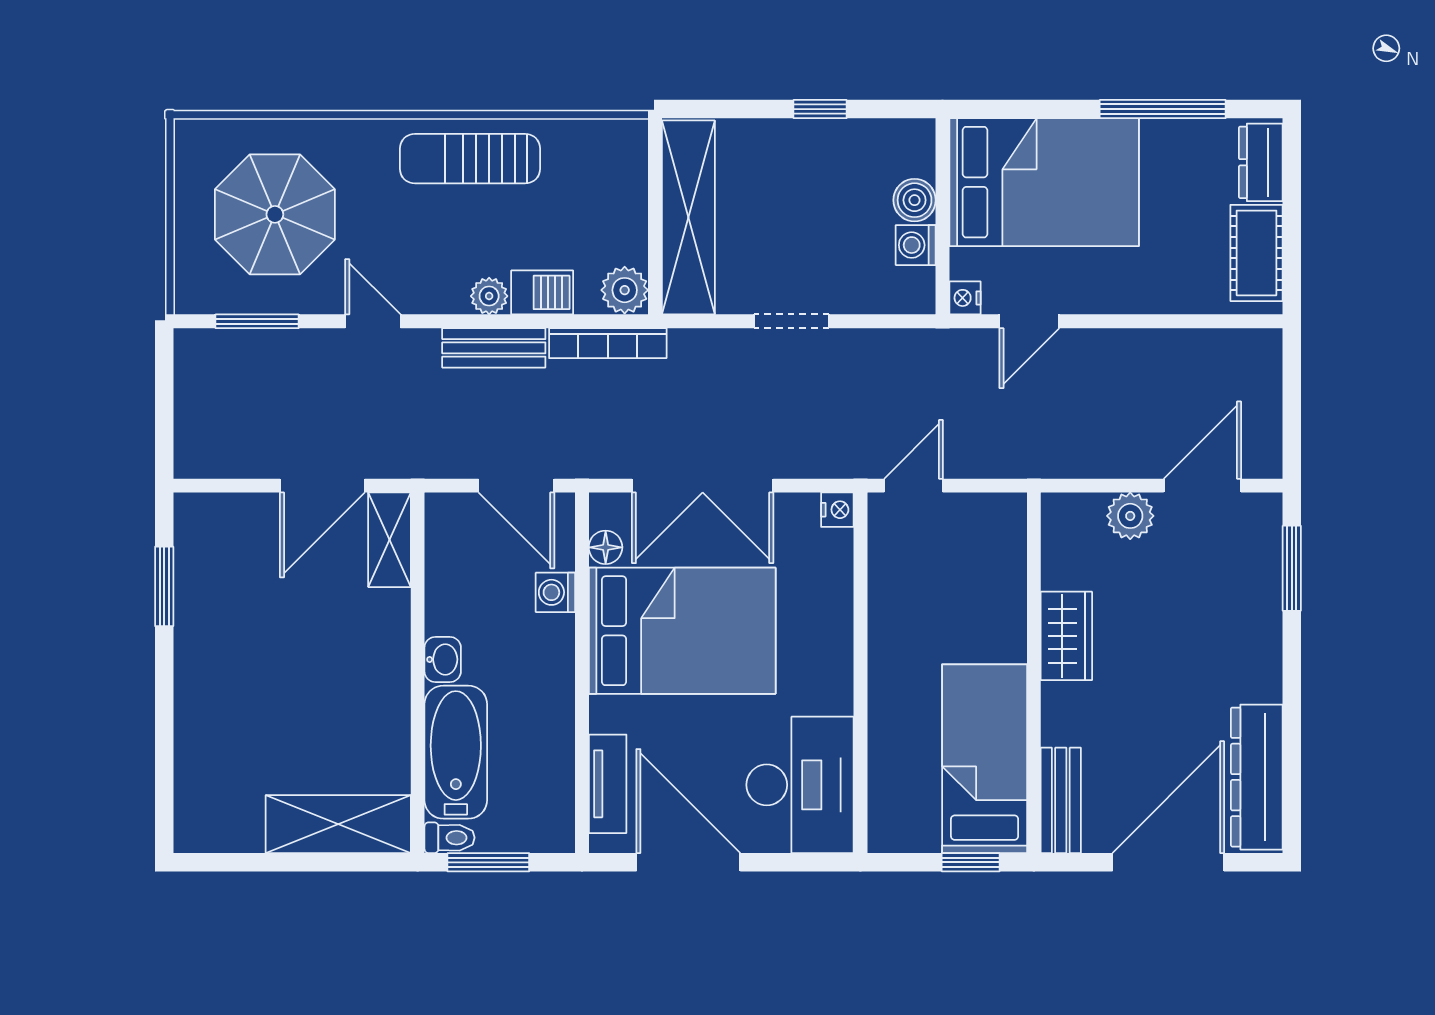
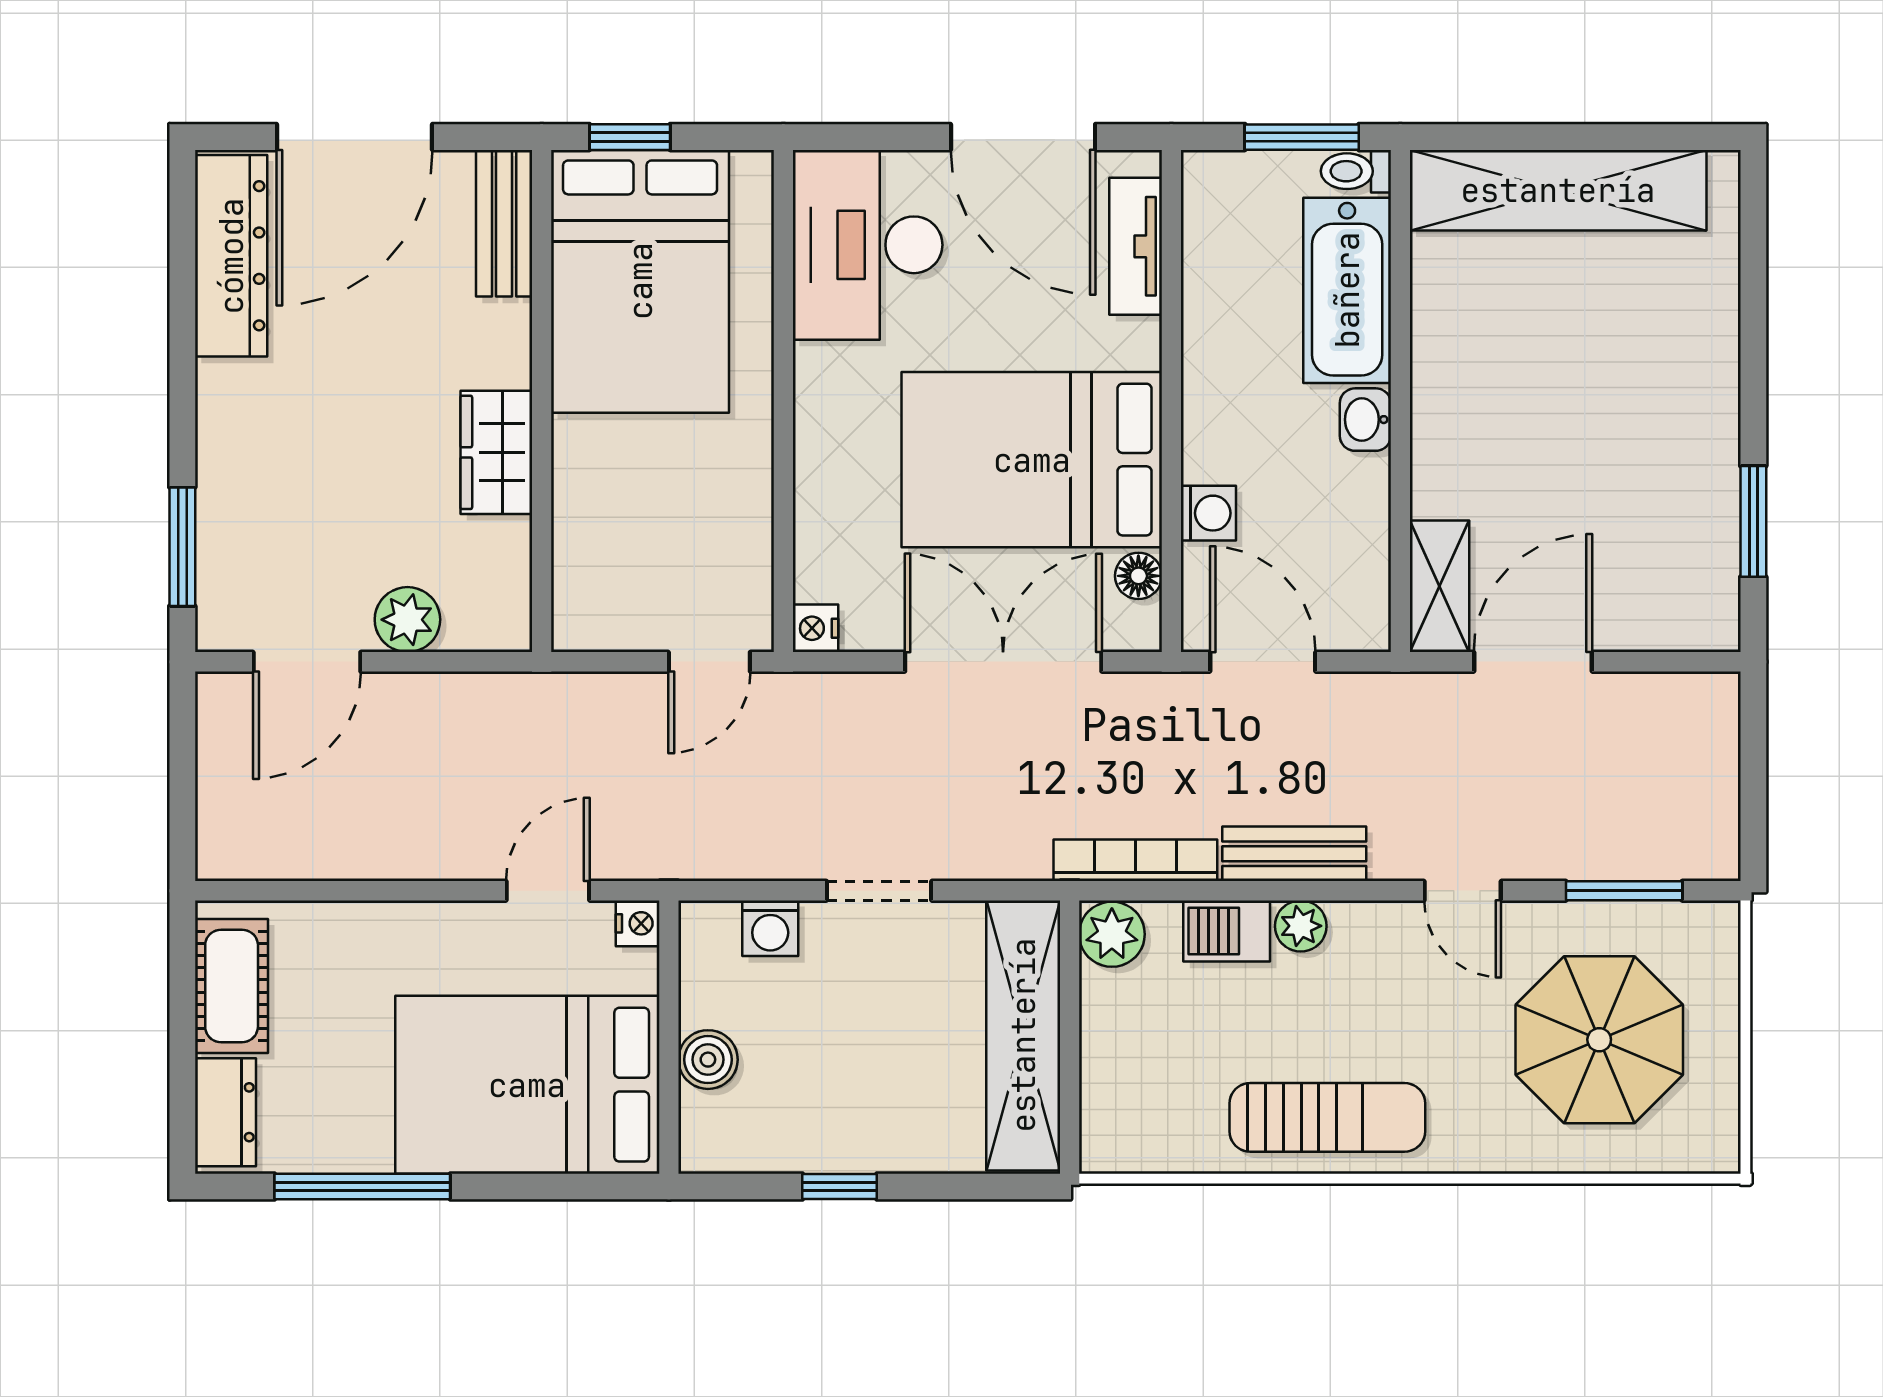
washing machine: (916, 245) -> (770, 928), moved, turned 90
bed: (985, 759) -> (640, 281), width x1.50
shelving: (338, 824) -> (1558, 190), width x1.47

